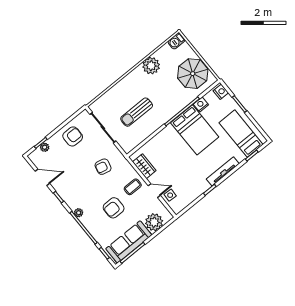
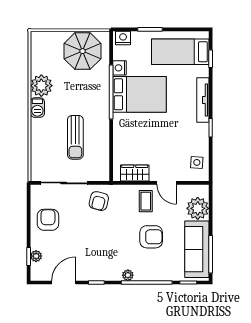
barbecue: (176, 41) -> (37, 108), moved
armchair: (103, 167) -> (99, 201), moved
door: (154, 191) -> (167, 183), swing flipped
side table: (170, 195) -> (197, 162), moved
armchair: (114, 208) -> (151, 237), turned -90

